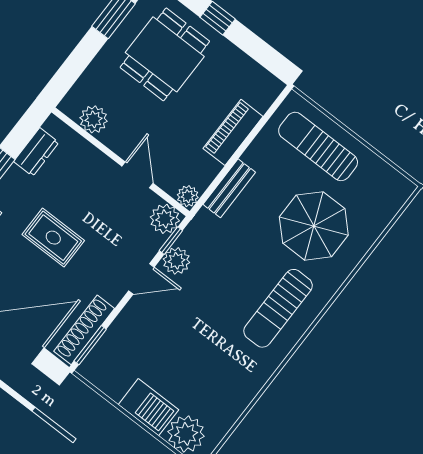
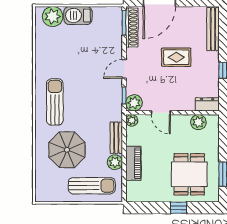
dresser: (36, 152) -> (207, 104), moved, turned 90
plant: (176, 261) -> (115, 162), moved

